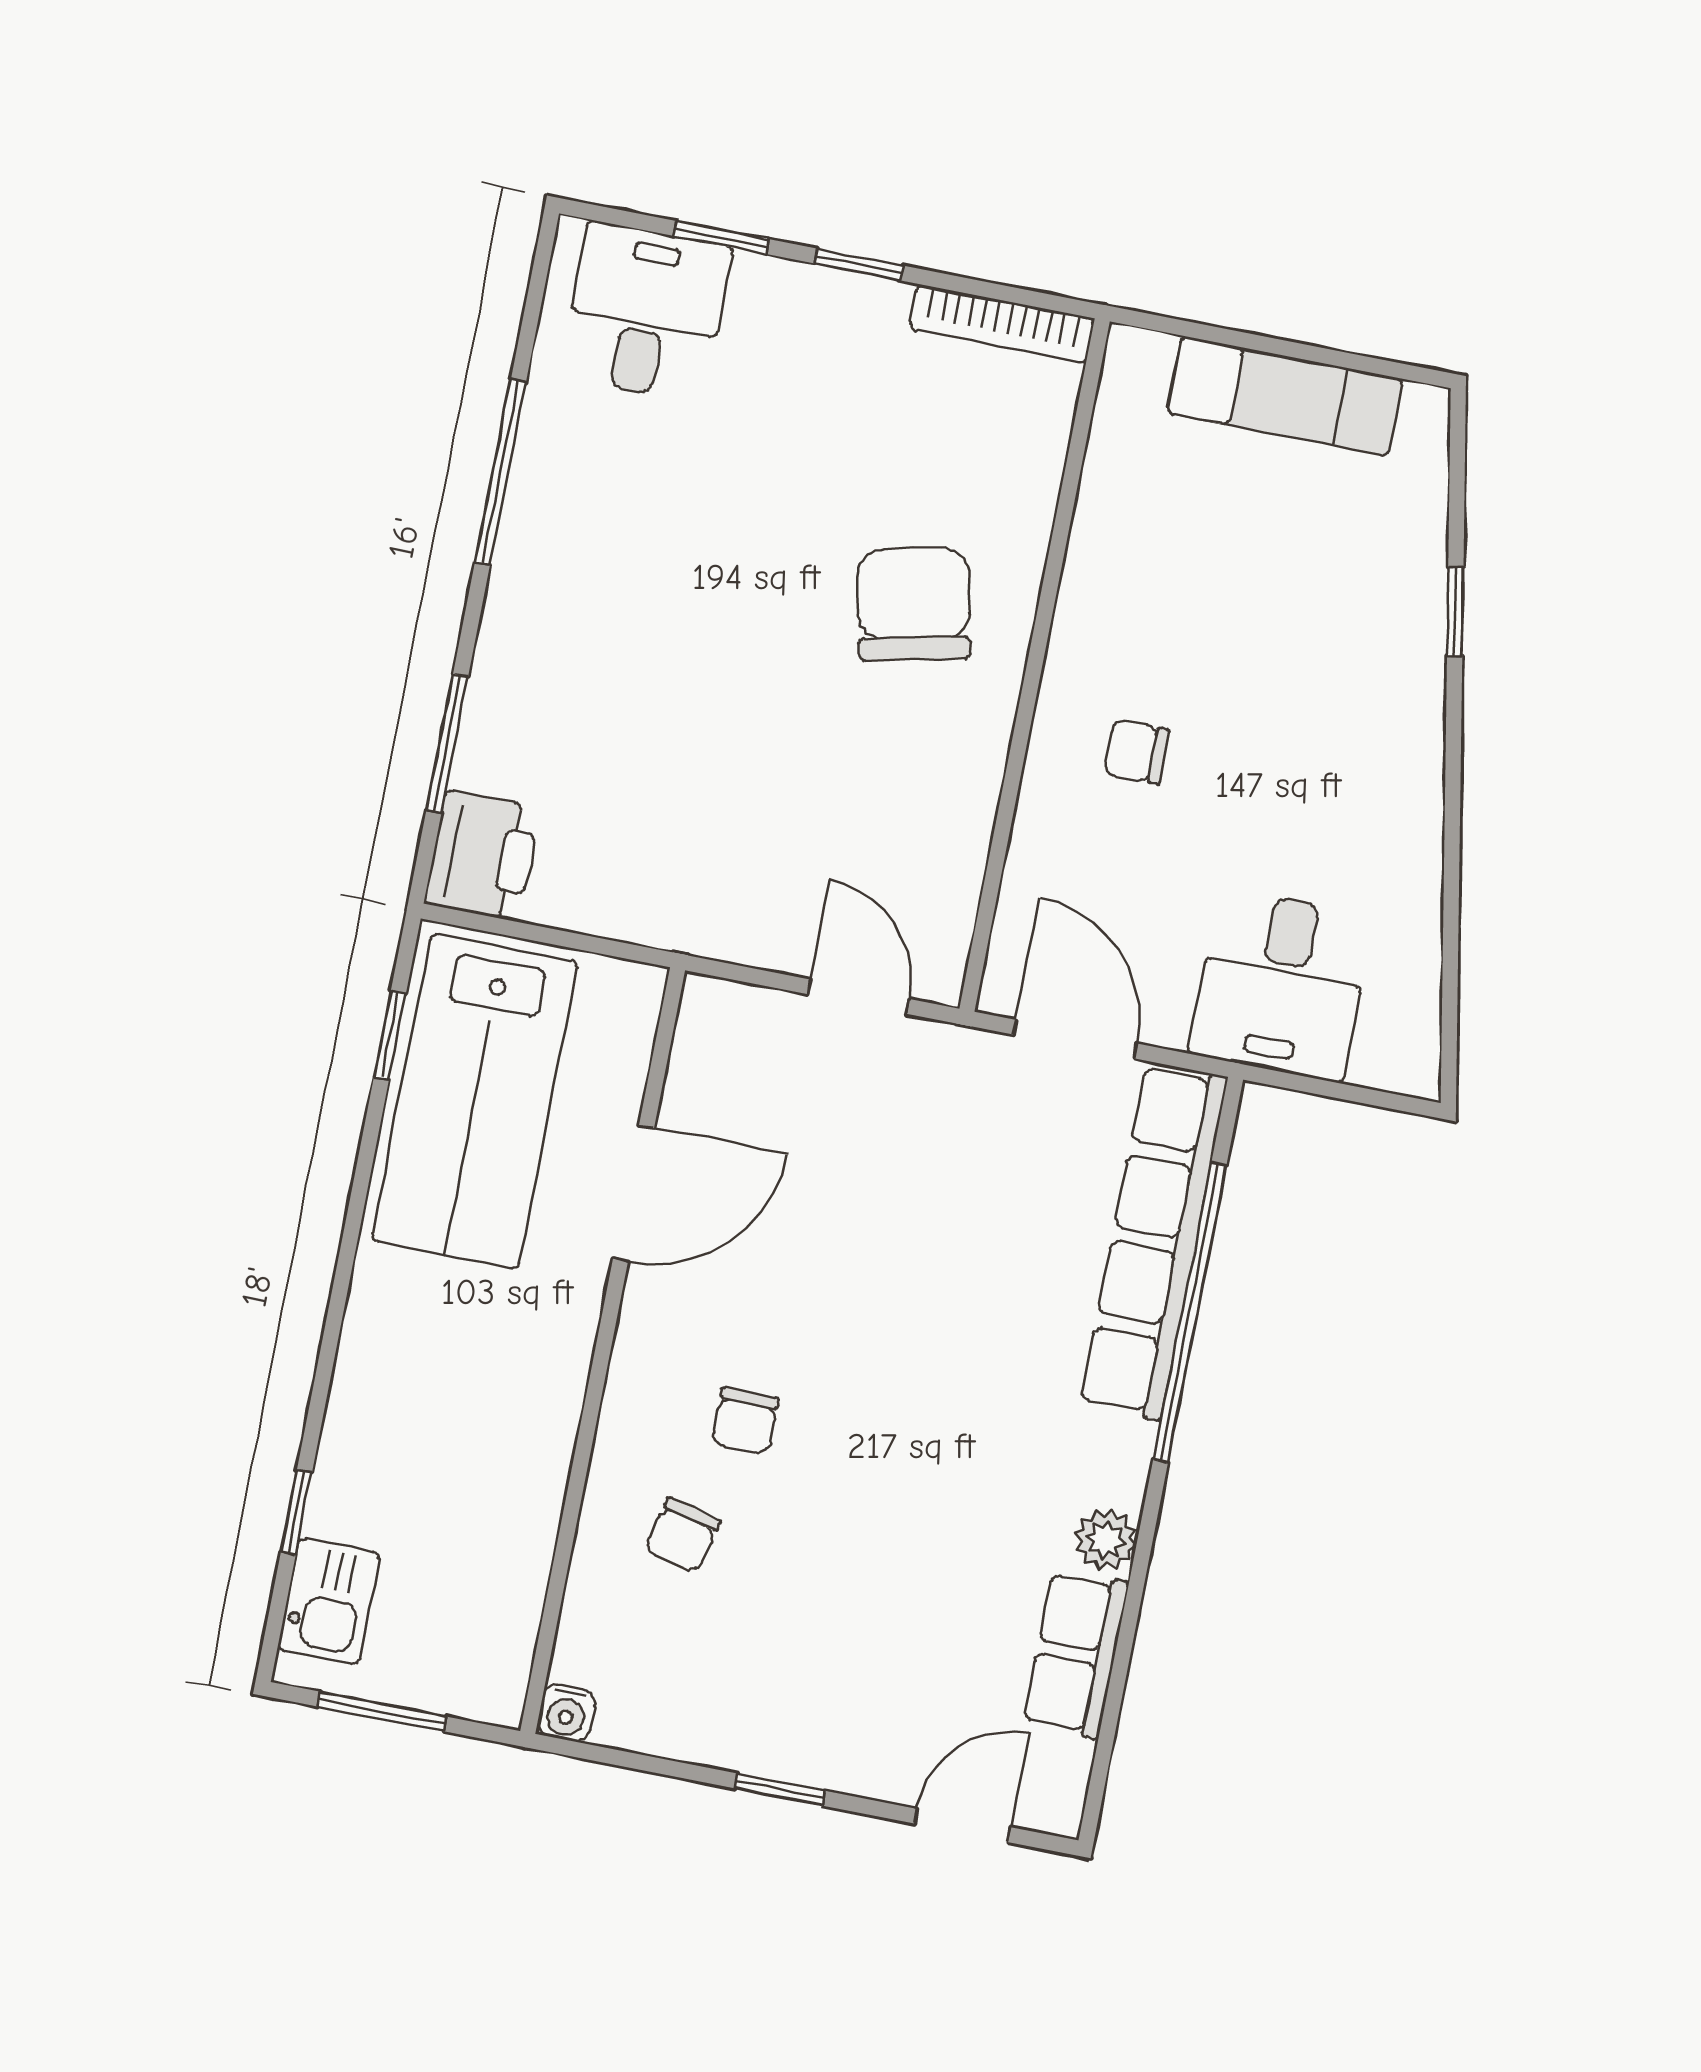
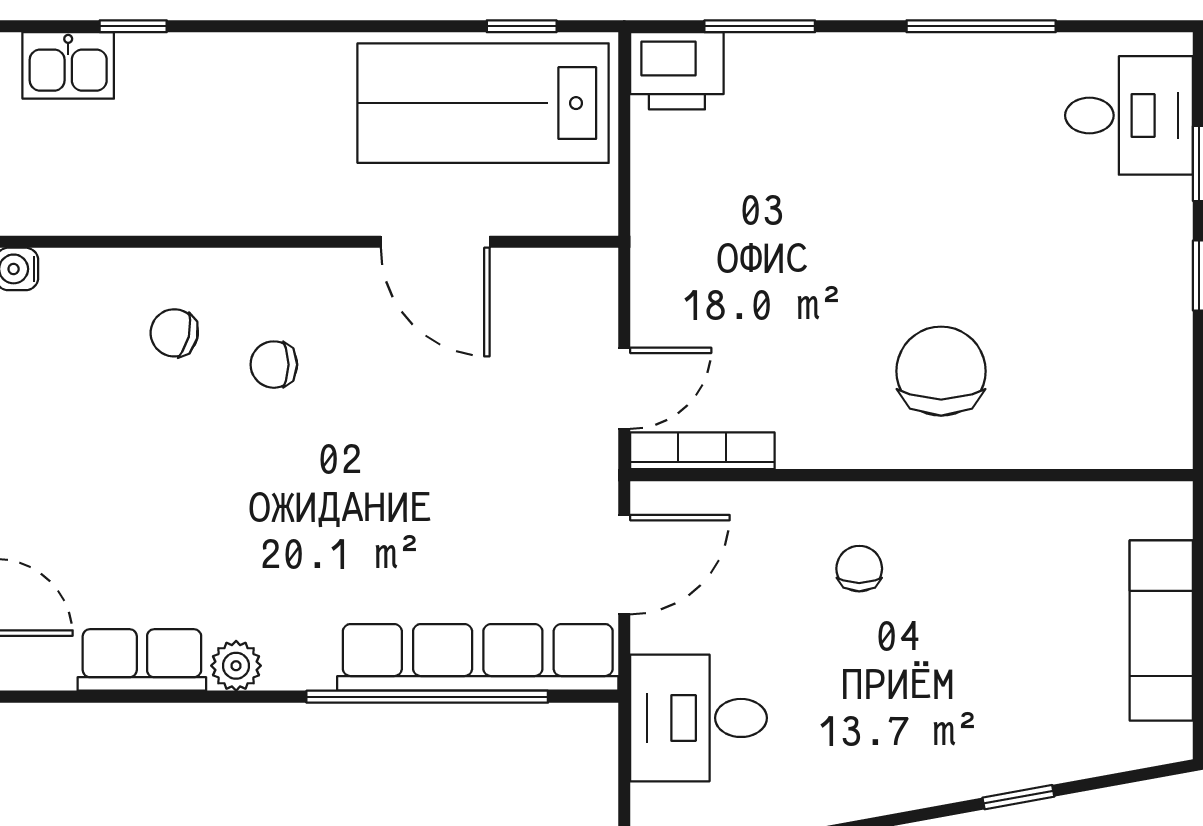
bookcase: (1002, 324) -> (702, 451), moved, turned 90
chair: (914, 604) -> (941, 371), turned -78

